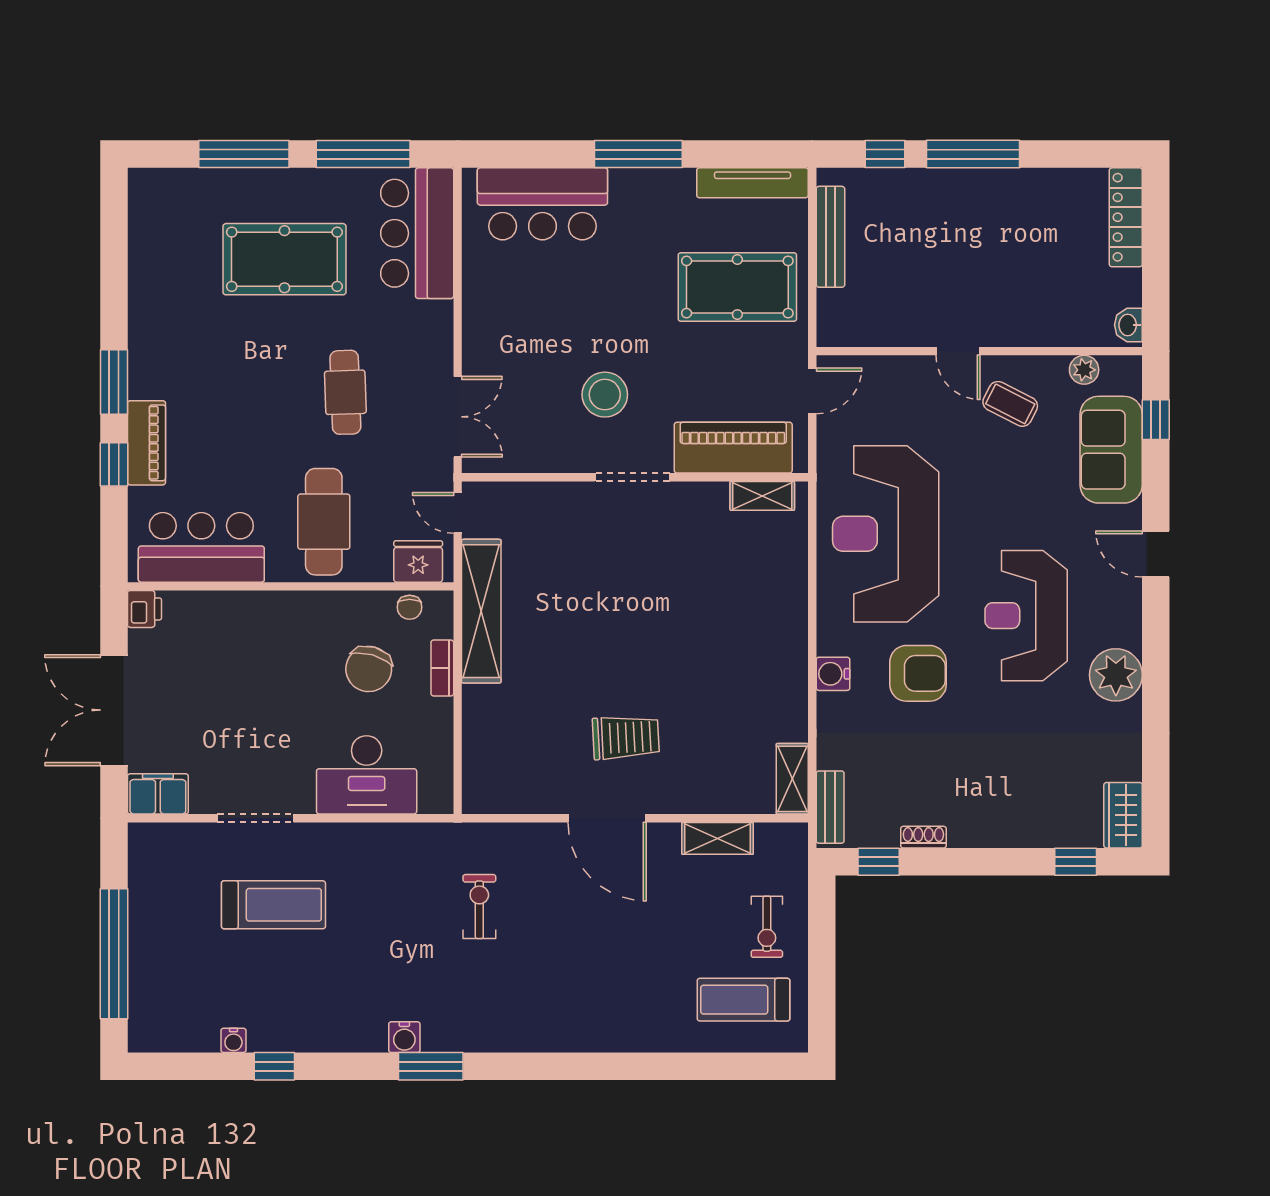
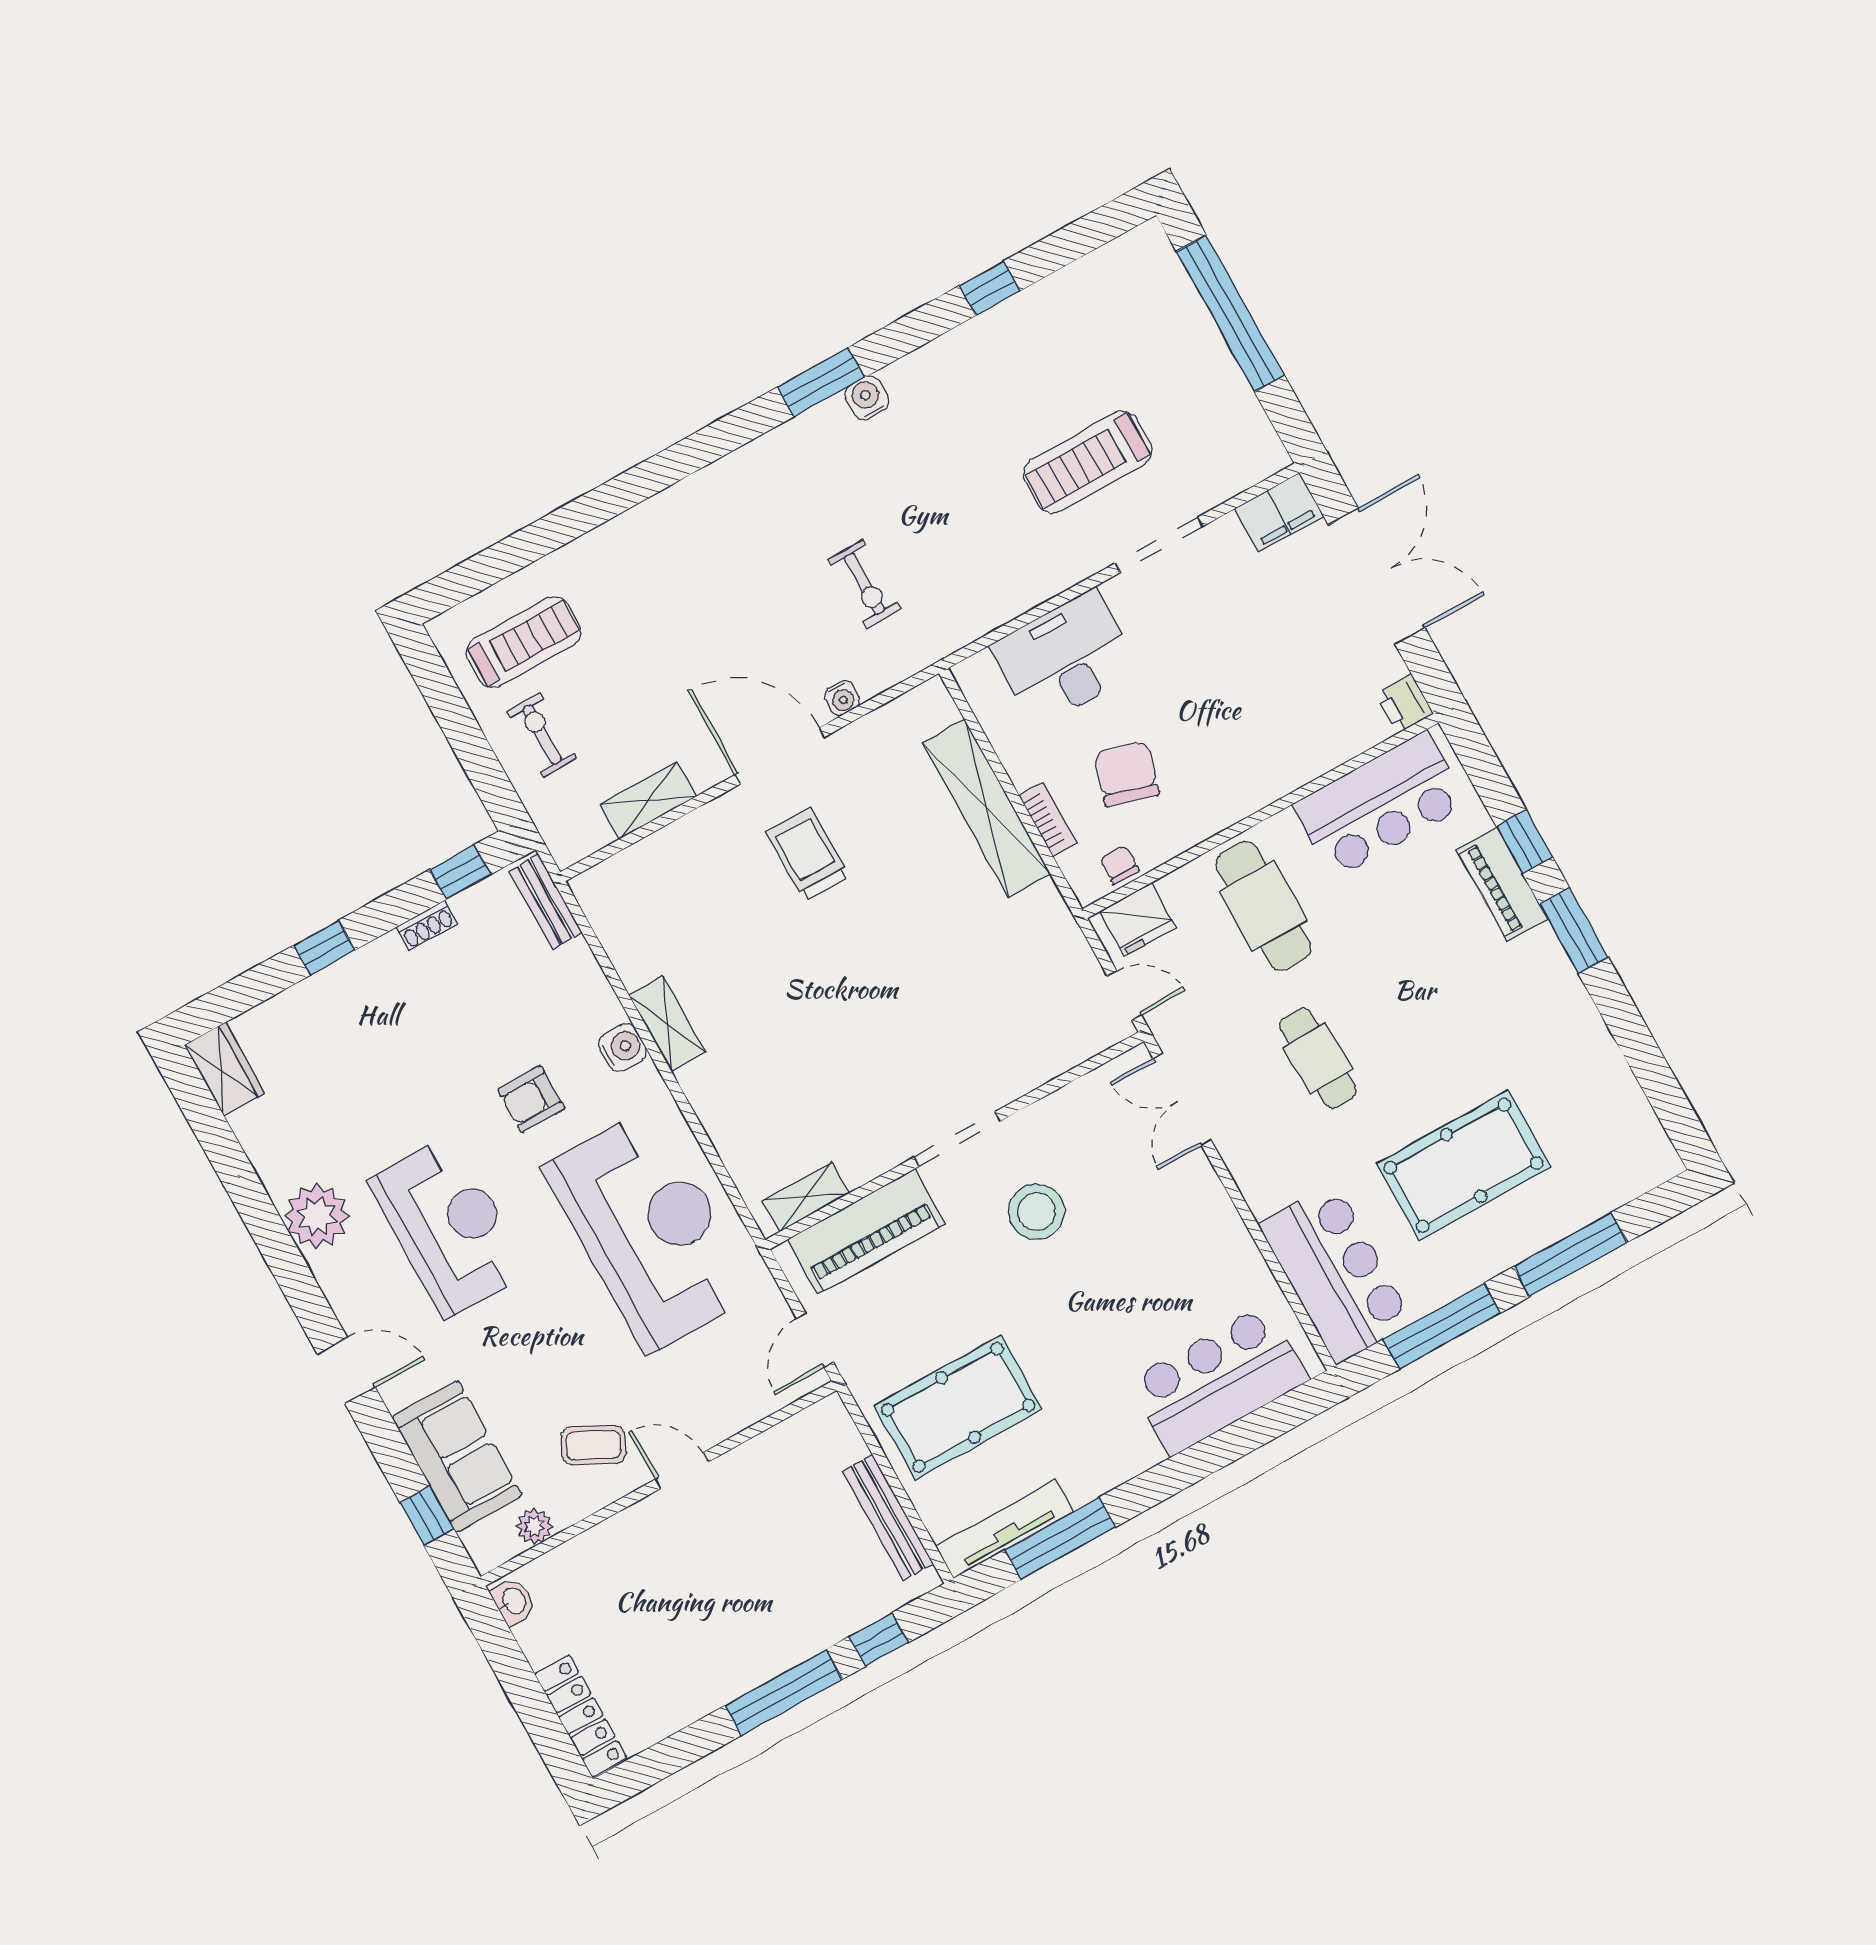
window: (638, 154) -> (1060, 1538), moved
shelving: (481, 611) -> (986, 808), moved
armchair: (918, 673) -> (531, 1099), width x0.72, depth x0.72
trolley: (626, 737) -> (808, 854), turned 93
shelving: (792, 779) -> (667, 1024), moved
window: (1076, 862) -> (324, 948), moved
water cooler: (233, 1040) -> (842, 698), moved, turned 180

